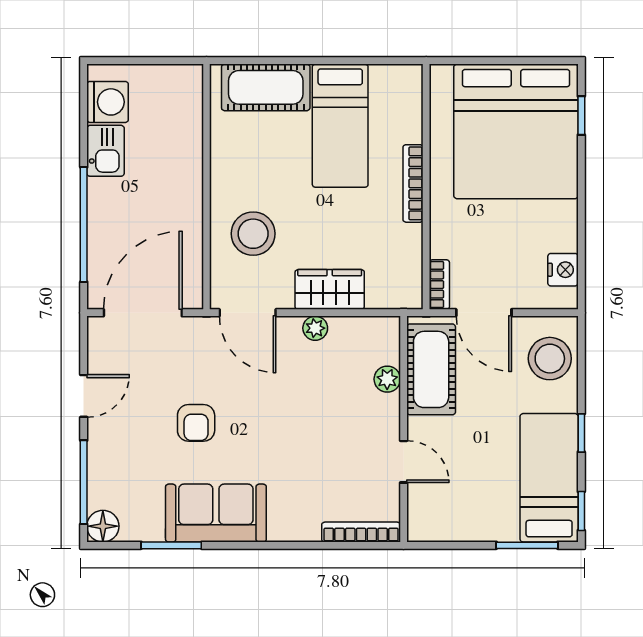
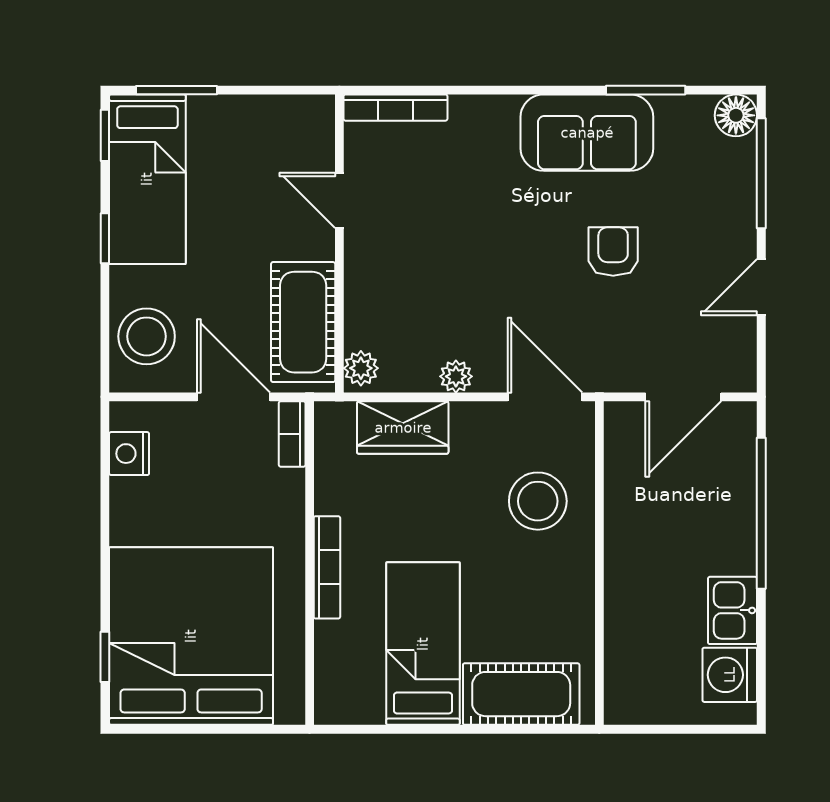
wardrobe: (330, 289) -> (403, 428), moved
door: (143, 313) -> (683, 397), width x0.73
plant: (387, 379) -> (361, 368), moved

